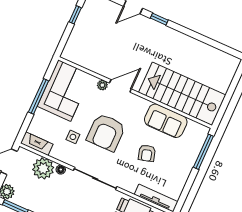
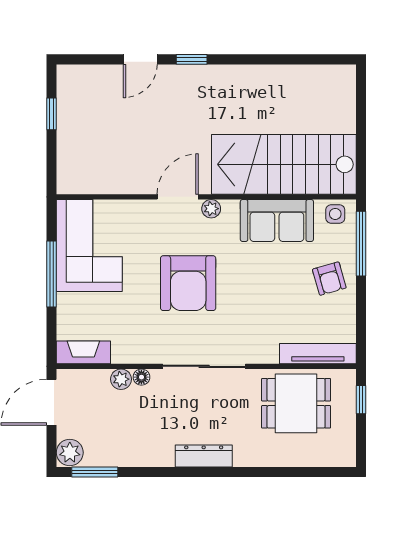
plant: (102, 85) -> (211, 209), moved
side table: (73, 137) -> (335, 214), moved
armchair: (147, 153) -> (329, 279), moved
plant: (43, 168) -> (121, 379), width x0.53, depth x0.53

